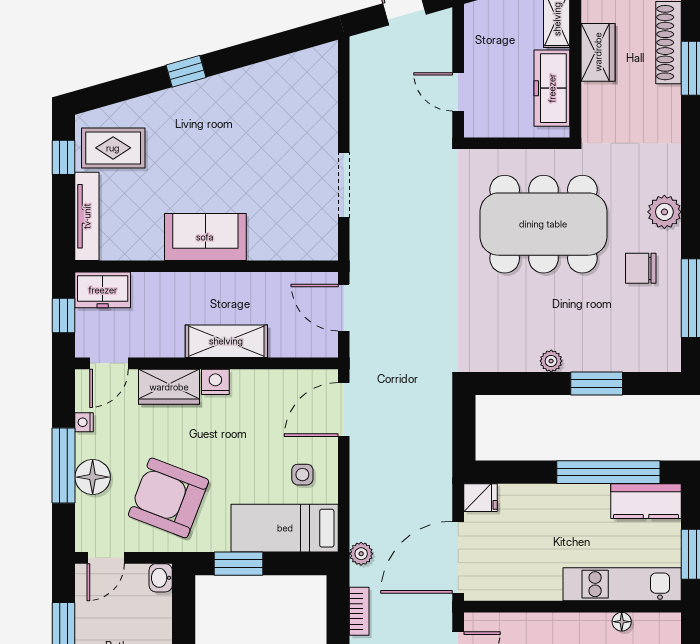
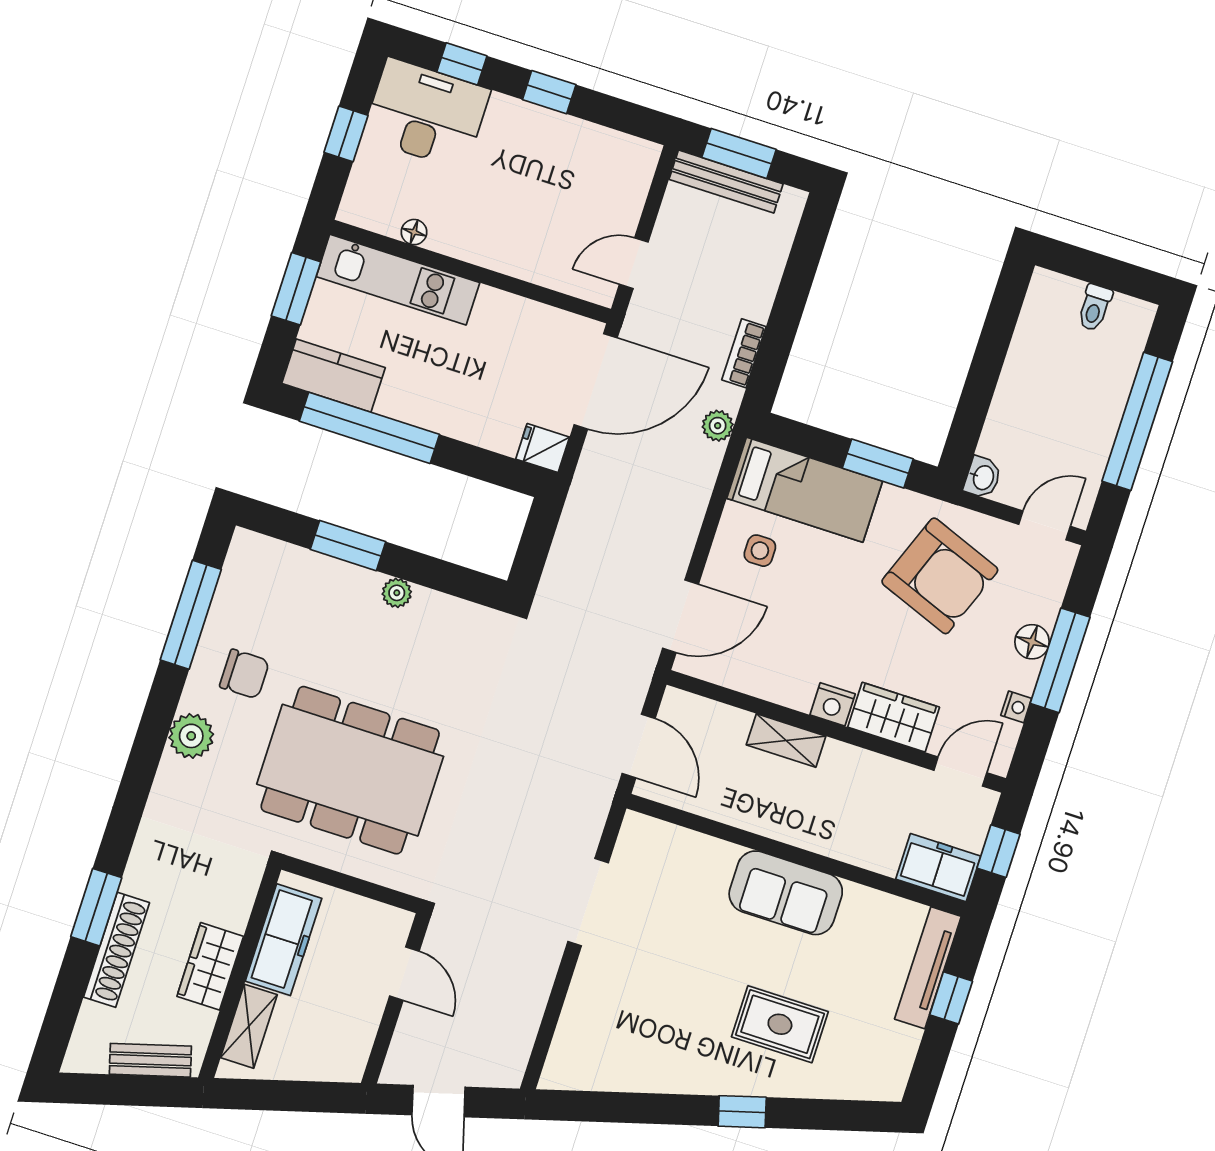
rug: (113, 148) -> (780, 1024), moved
window: (64, 157) -> (951, 998), moved
shelving: (226, 341) -> (786, 740), width x0.67, depth x0.75
floor lamp: (93, 477) -> (1032, 642), width x0.73, depth x0.73

